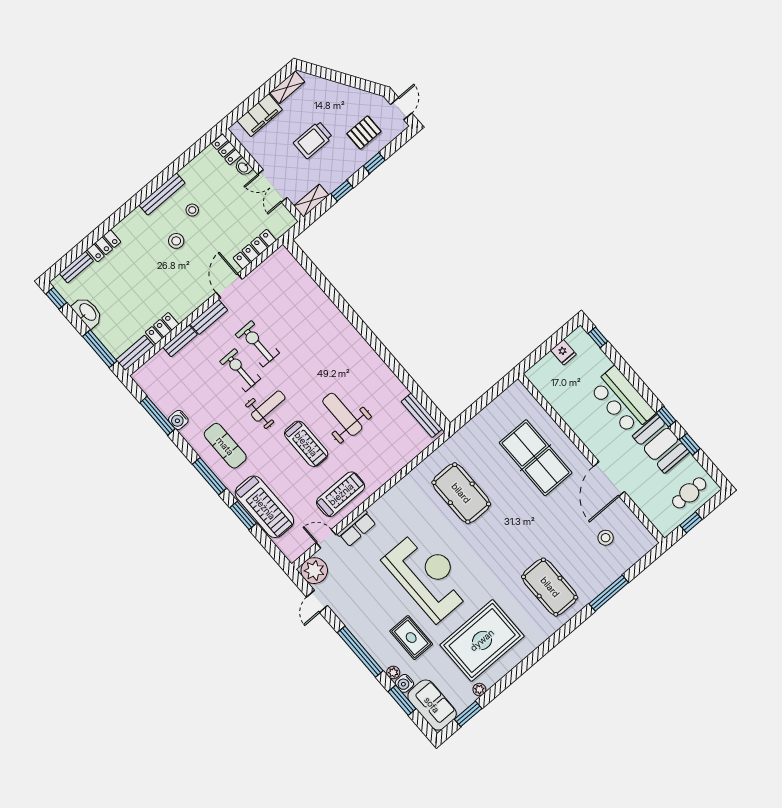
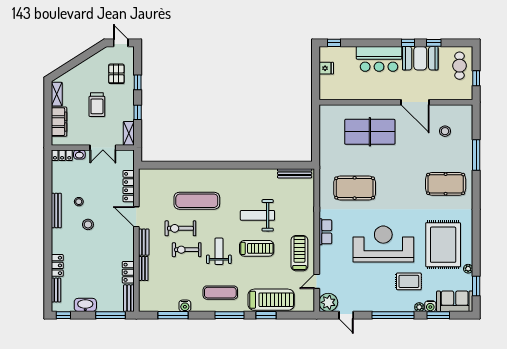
exercise mat: (302, 336) -> (197, 201), added
row of seats: (357, 528) -> (325, 232), moved

